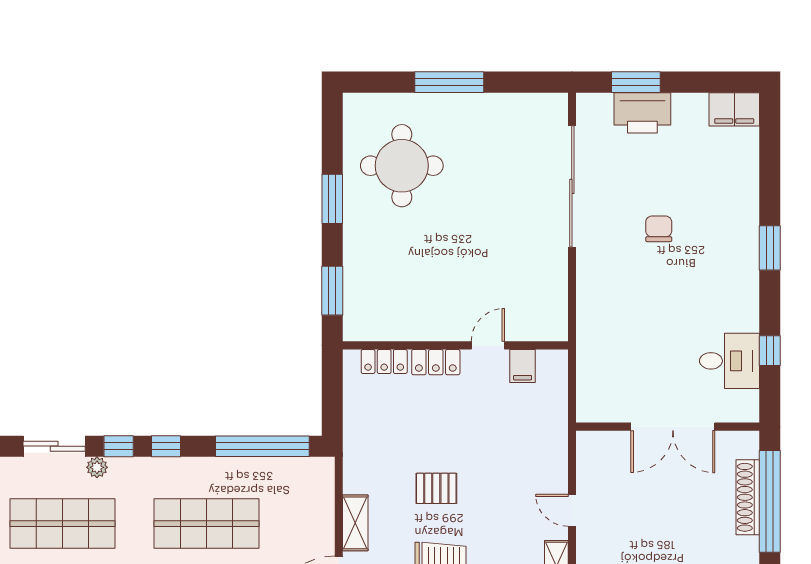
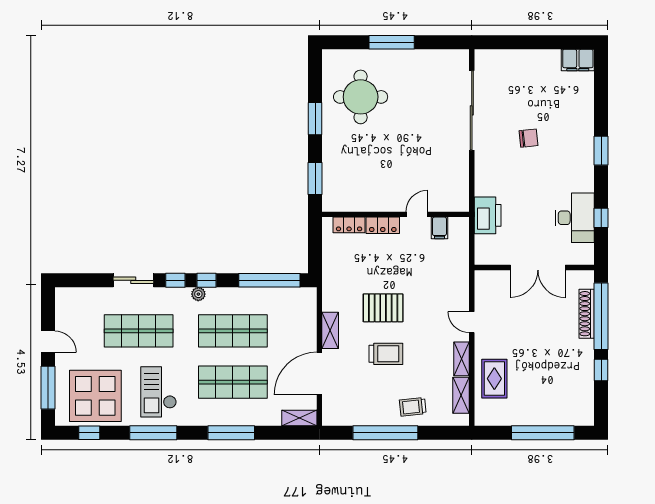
window: (636, 82) -> (514, 42), removed
printer: (642, 113) -> (488, 215), moved, turned -90
chair: (659, 229) -> (529, 138), turned 84
desk: (729, 361) -> (575, 218), width x1.37
plant: (97, 467) -> (198, 294), moved
pallet: (436, 488) -> (383, 308), width x1.50, depth x1.42

